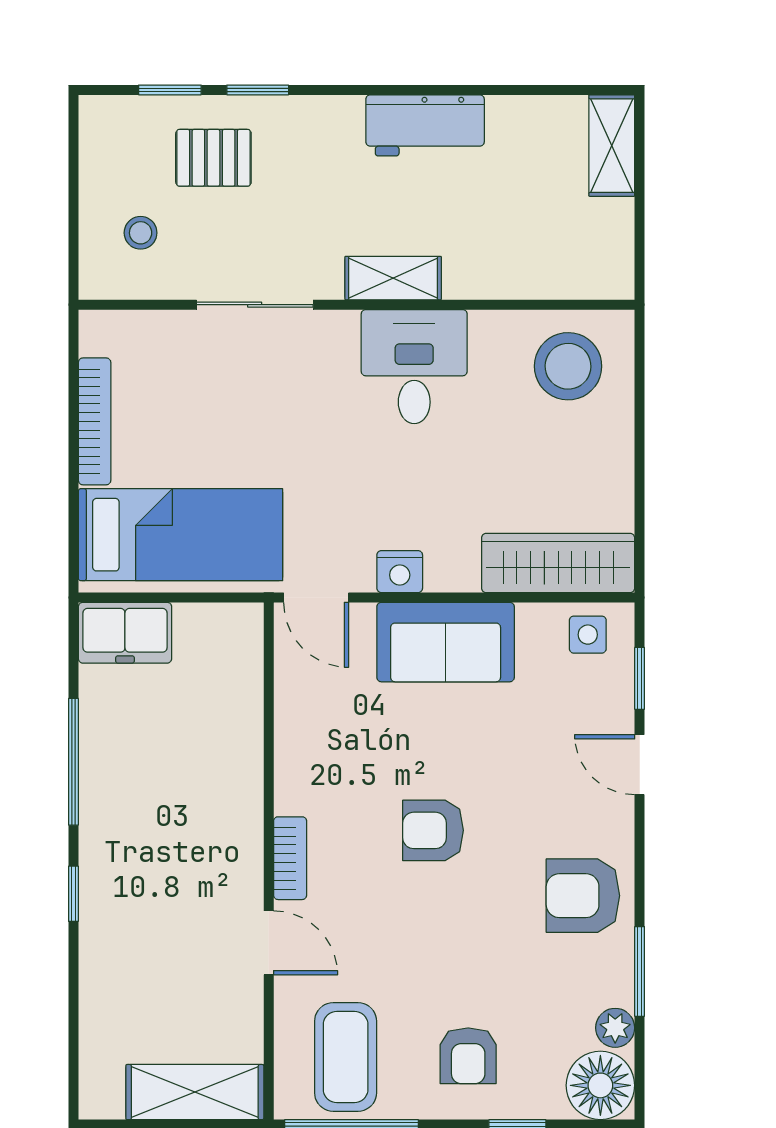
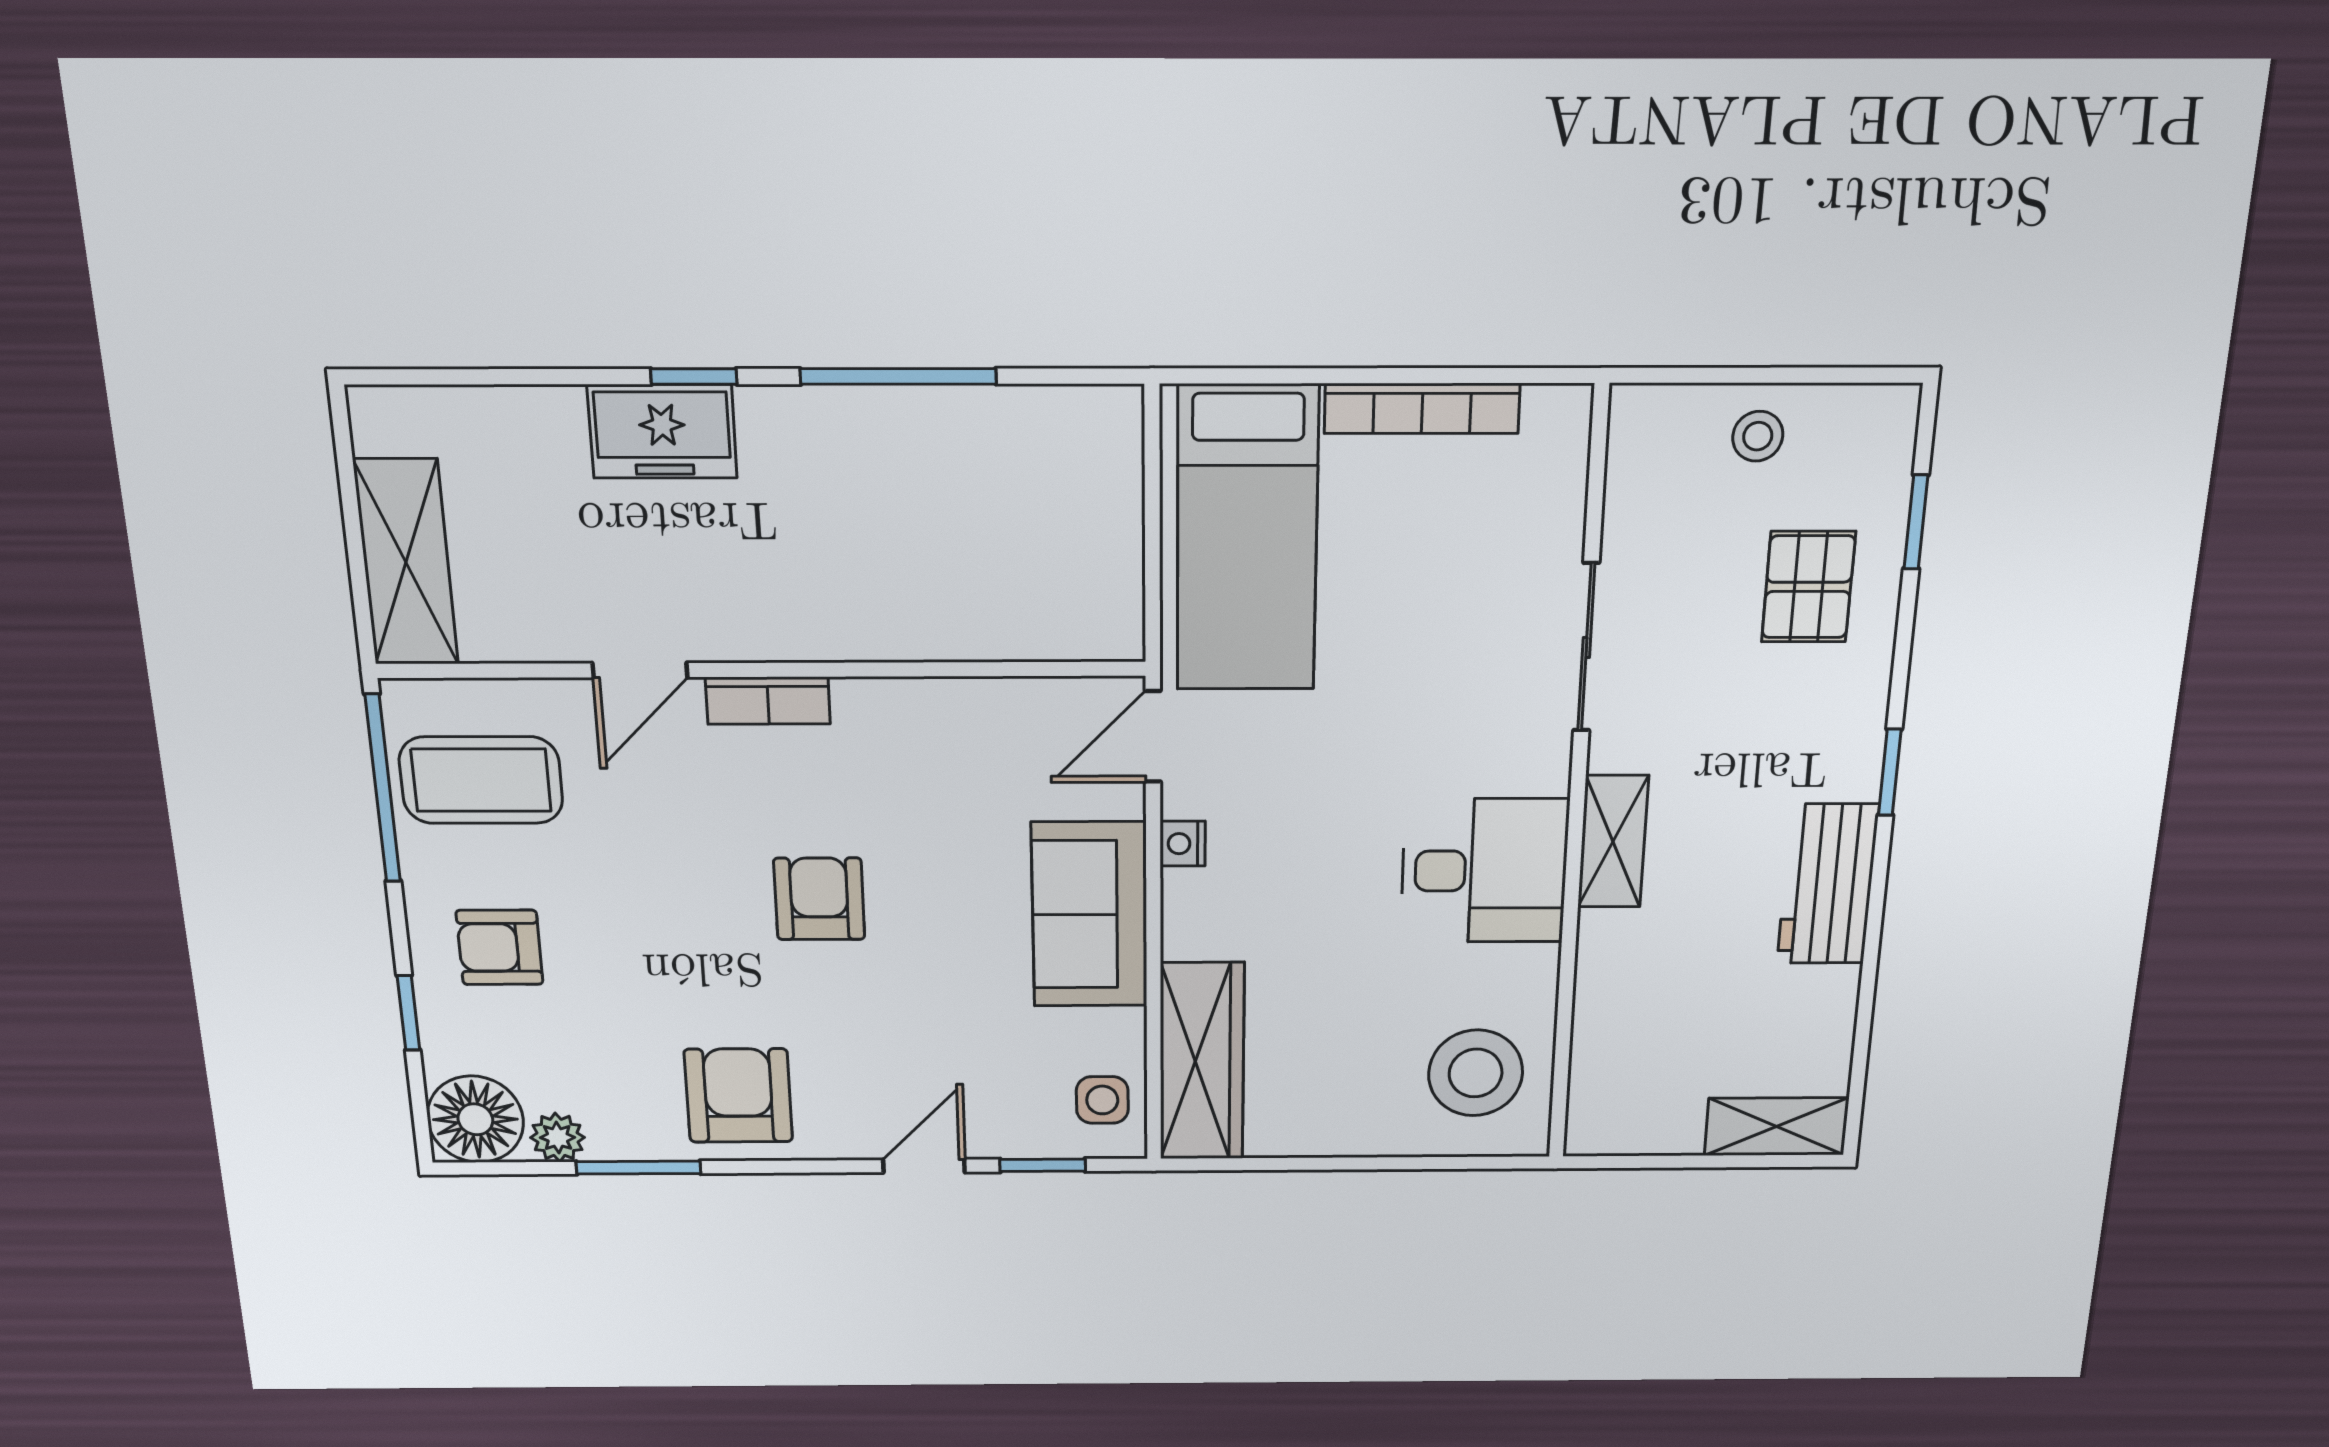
window: (258, 90) -> (1890, 772), moved
stool: (141, 233) -> (1758, 436), moved
nightstand: (400, 572) -> (1183, 844), width x0.72, depth x0.74
freezer: (125, 633) -> (662, 431), moved, turned -90

